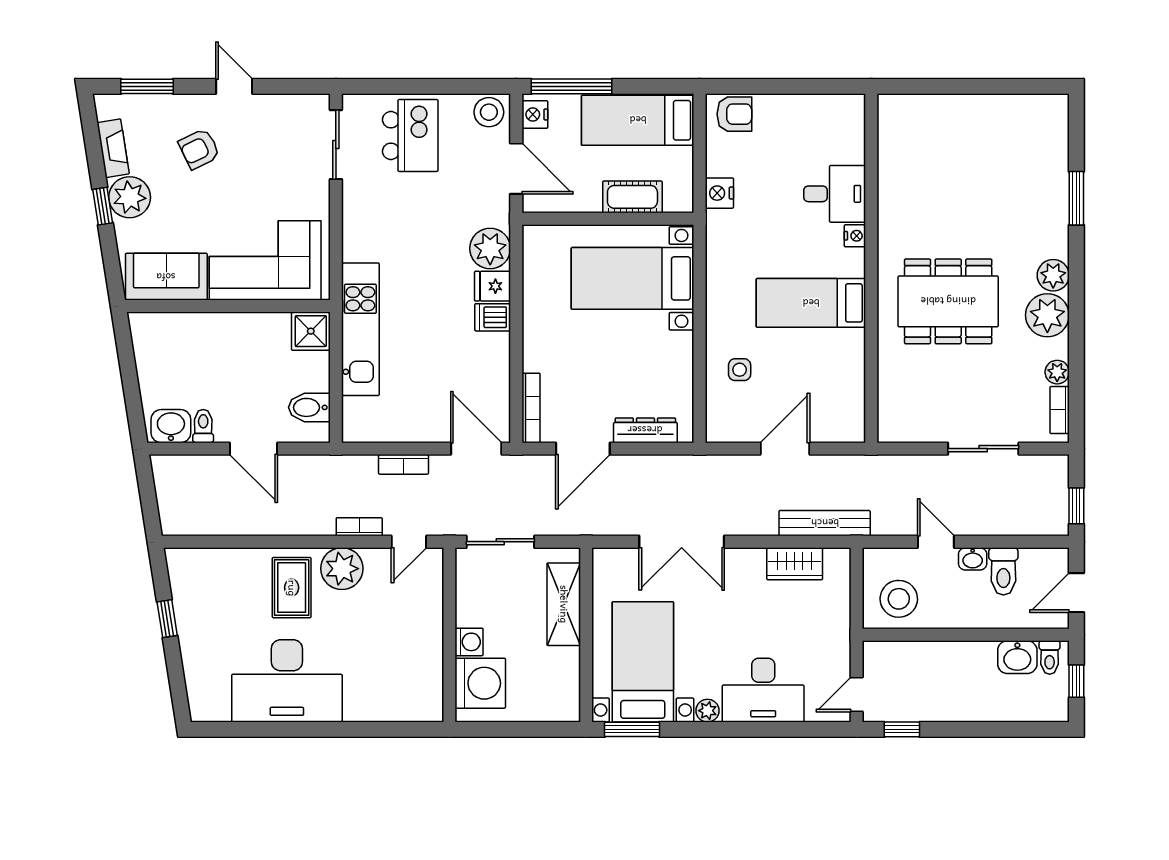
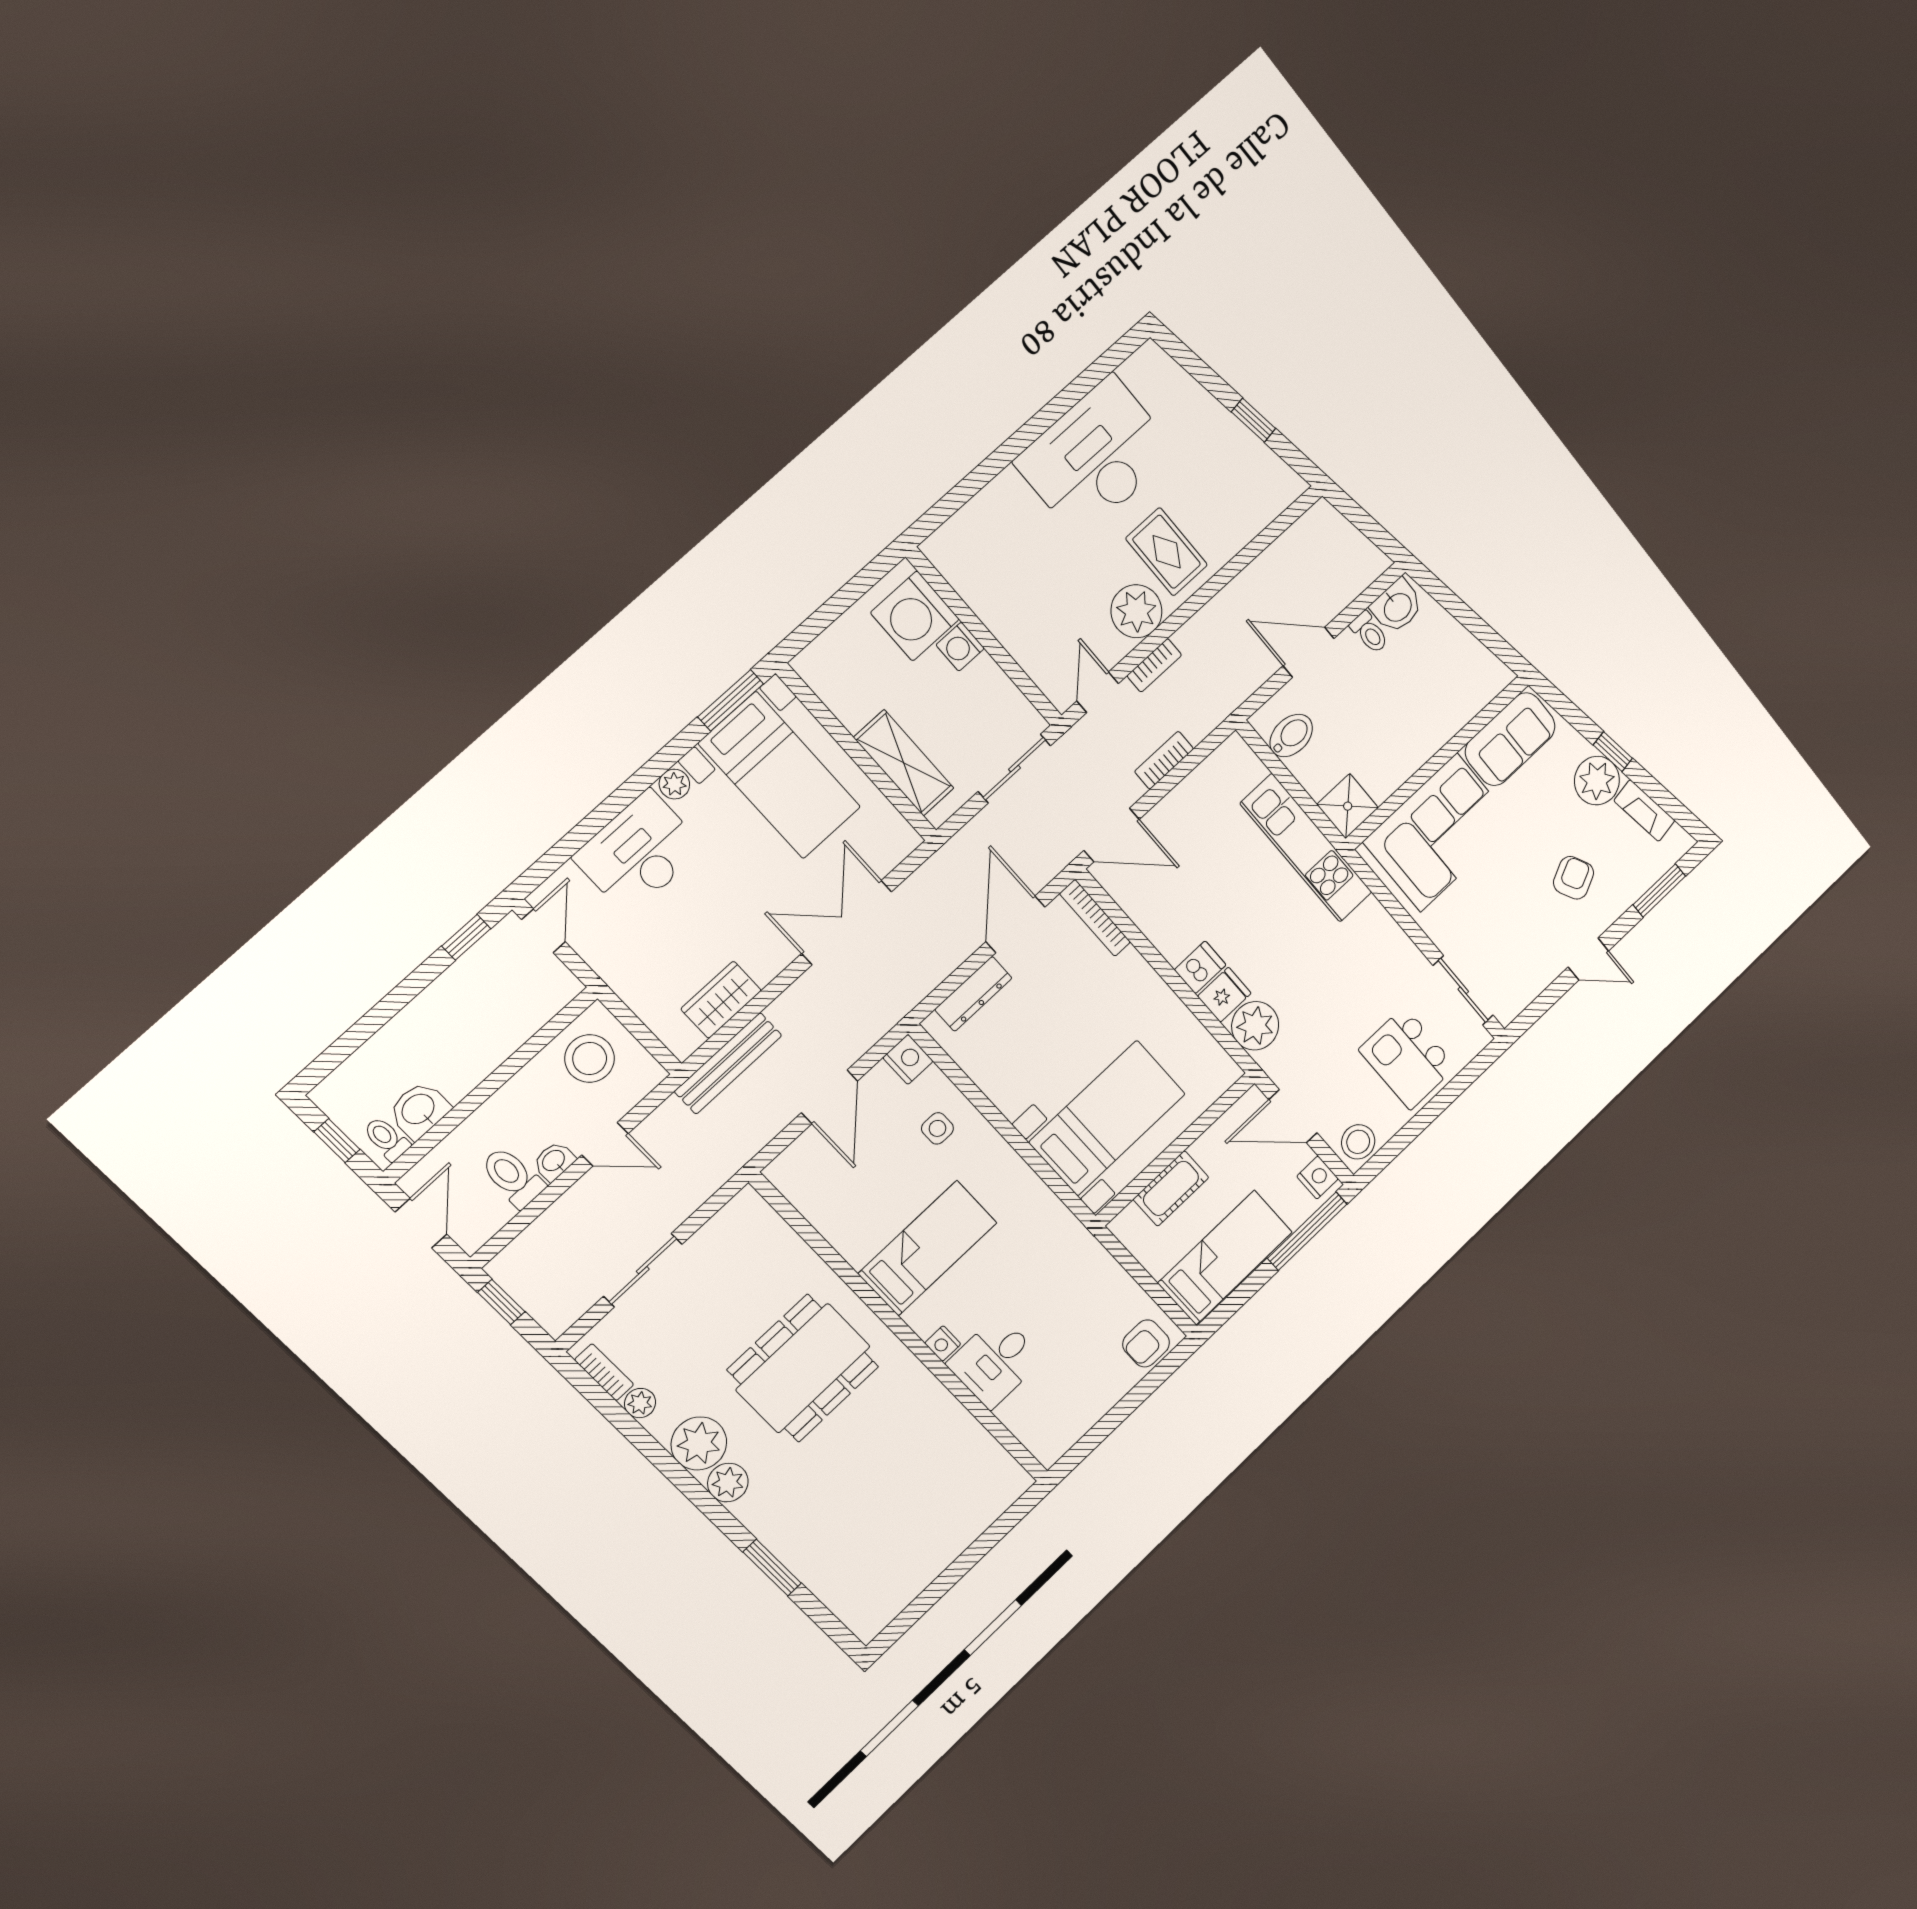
nightstand: (719, 193) -> (908, 1059), moved

